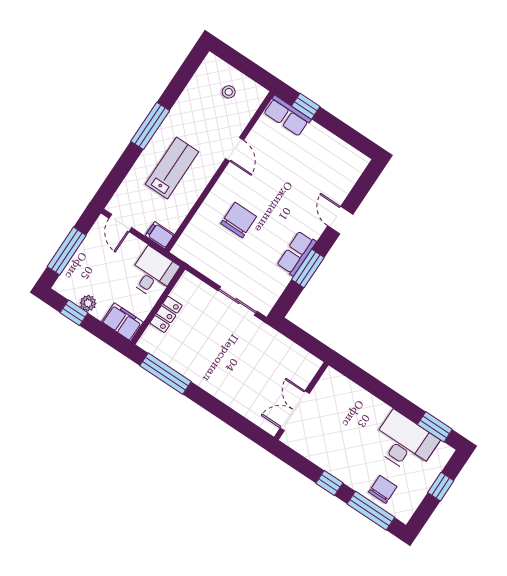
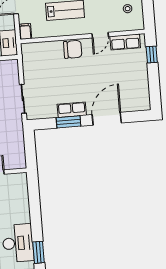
row of seats: (287, 116) -> (125, 42), moved, turned -90
chair: (239, 220) -> (73, 49), moved
door: (340, 220) -> (107, 119), width x1.87

